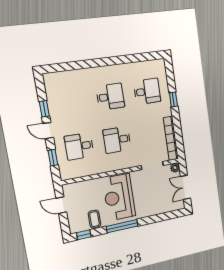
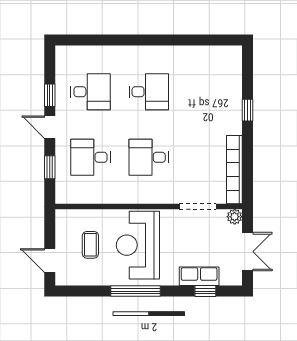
desk: (147, 91) -> (90, 92), moved
double door: (185, 187) -> (248, 252), swing flipped
door: (61, 205) -> (50, 260), moved
row of seats: (159, 208) -> (199, 276), added
coffee table: (94, 219) -> (90, 245), moved
window: (84, 235) -> (205, 291), moved

